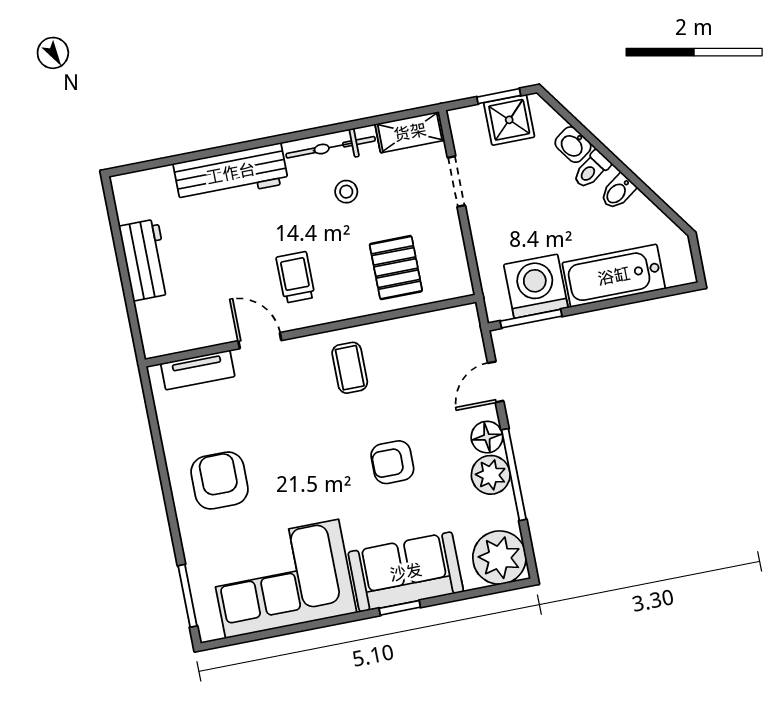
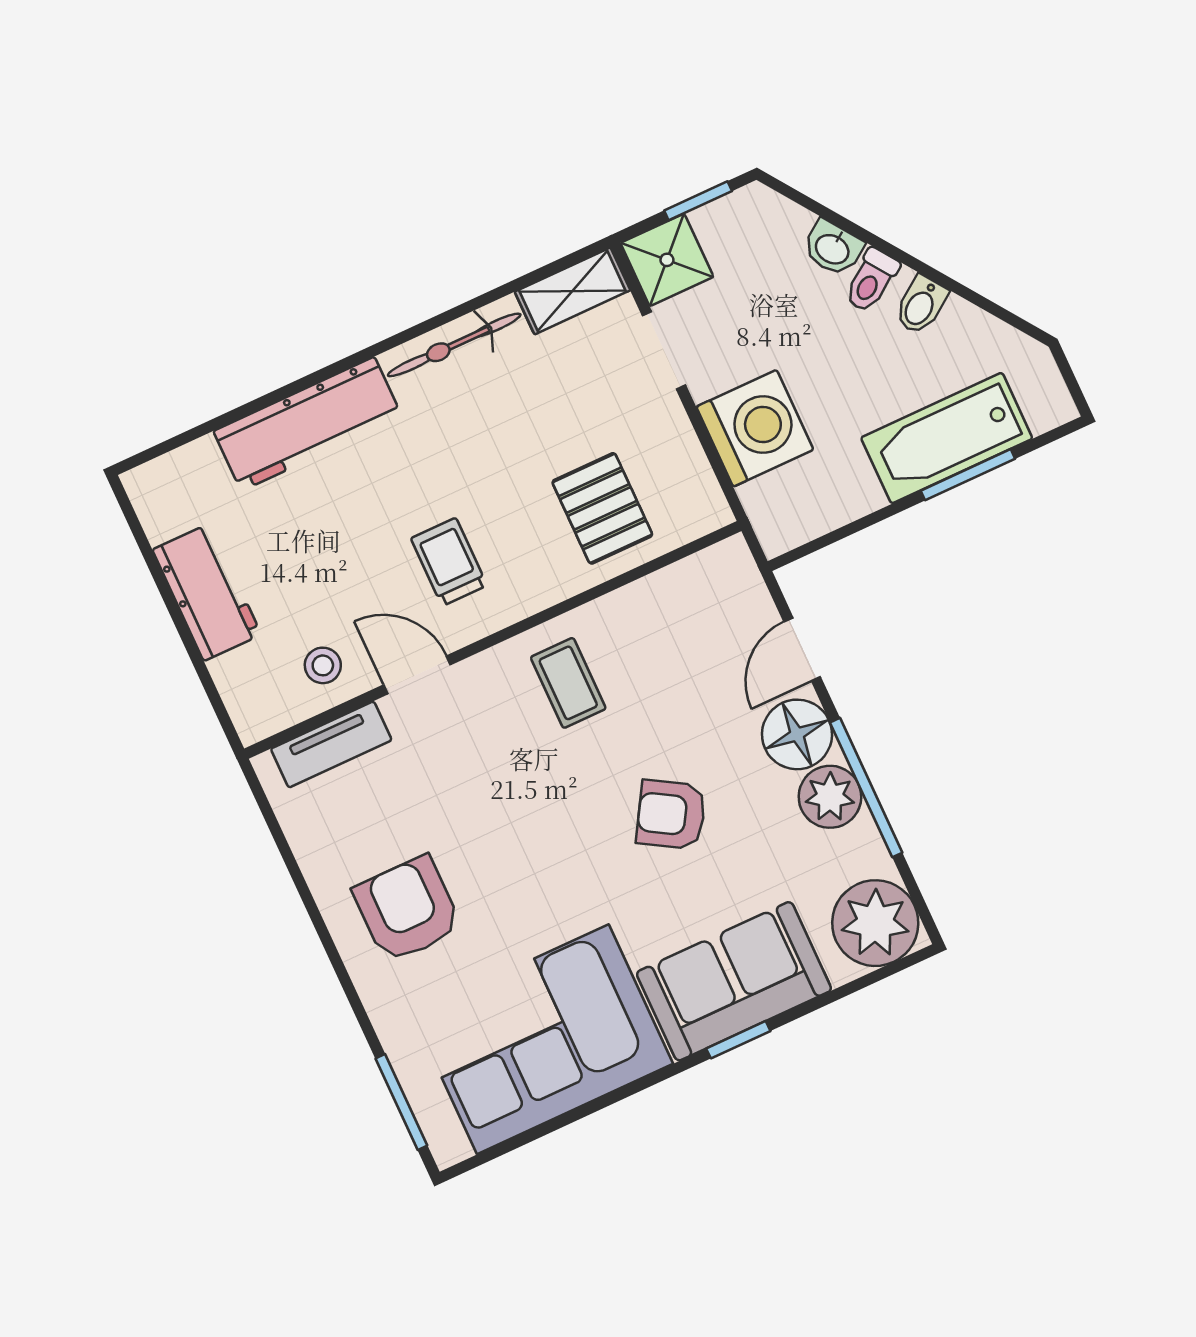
shower: (509, 120) -> (667, 260), moved
stool: (346, 192) -> (323, 665), moved
washing machine: (536, 286) -> (755, 428), moved, turned 90
window: (531, 319) -> (968, 475), moved
floor lamp: (487, 437) -> (797, 734), width x1.38, depth x1.38
armchair: (392, 462) -> (671, 815), turned 31

